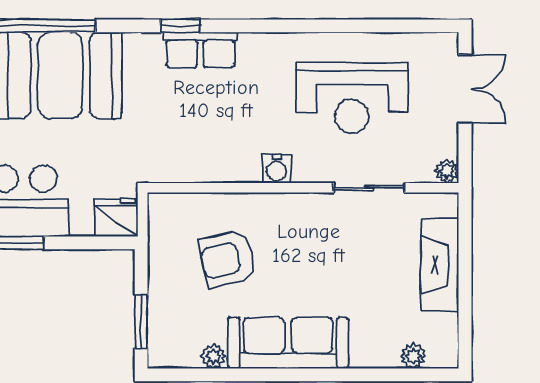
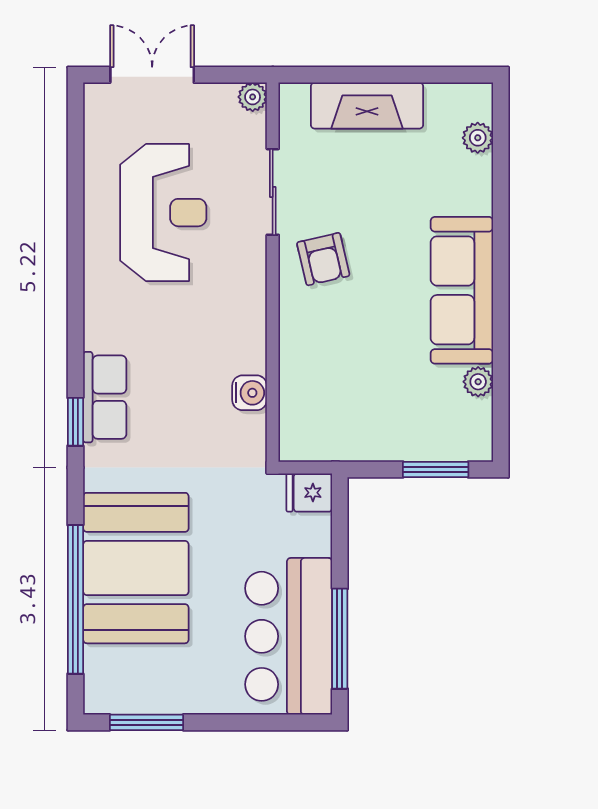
water cooler: (276, 169) -> (250, 393), moved
fridge: (116, 218) -> (309, 493), width x0.72
armchair: (228, 259) -> (323, 259), moved, width x0.72, depth x0.72

